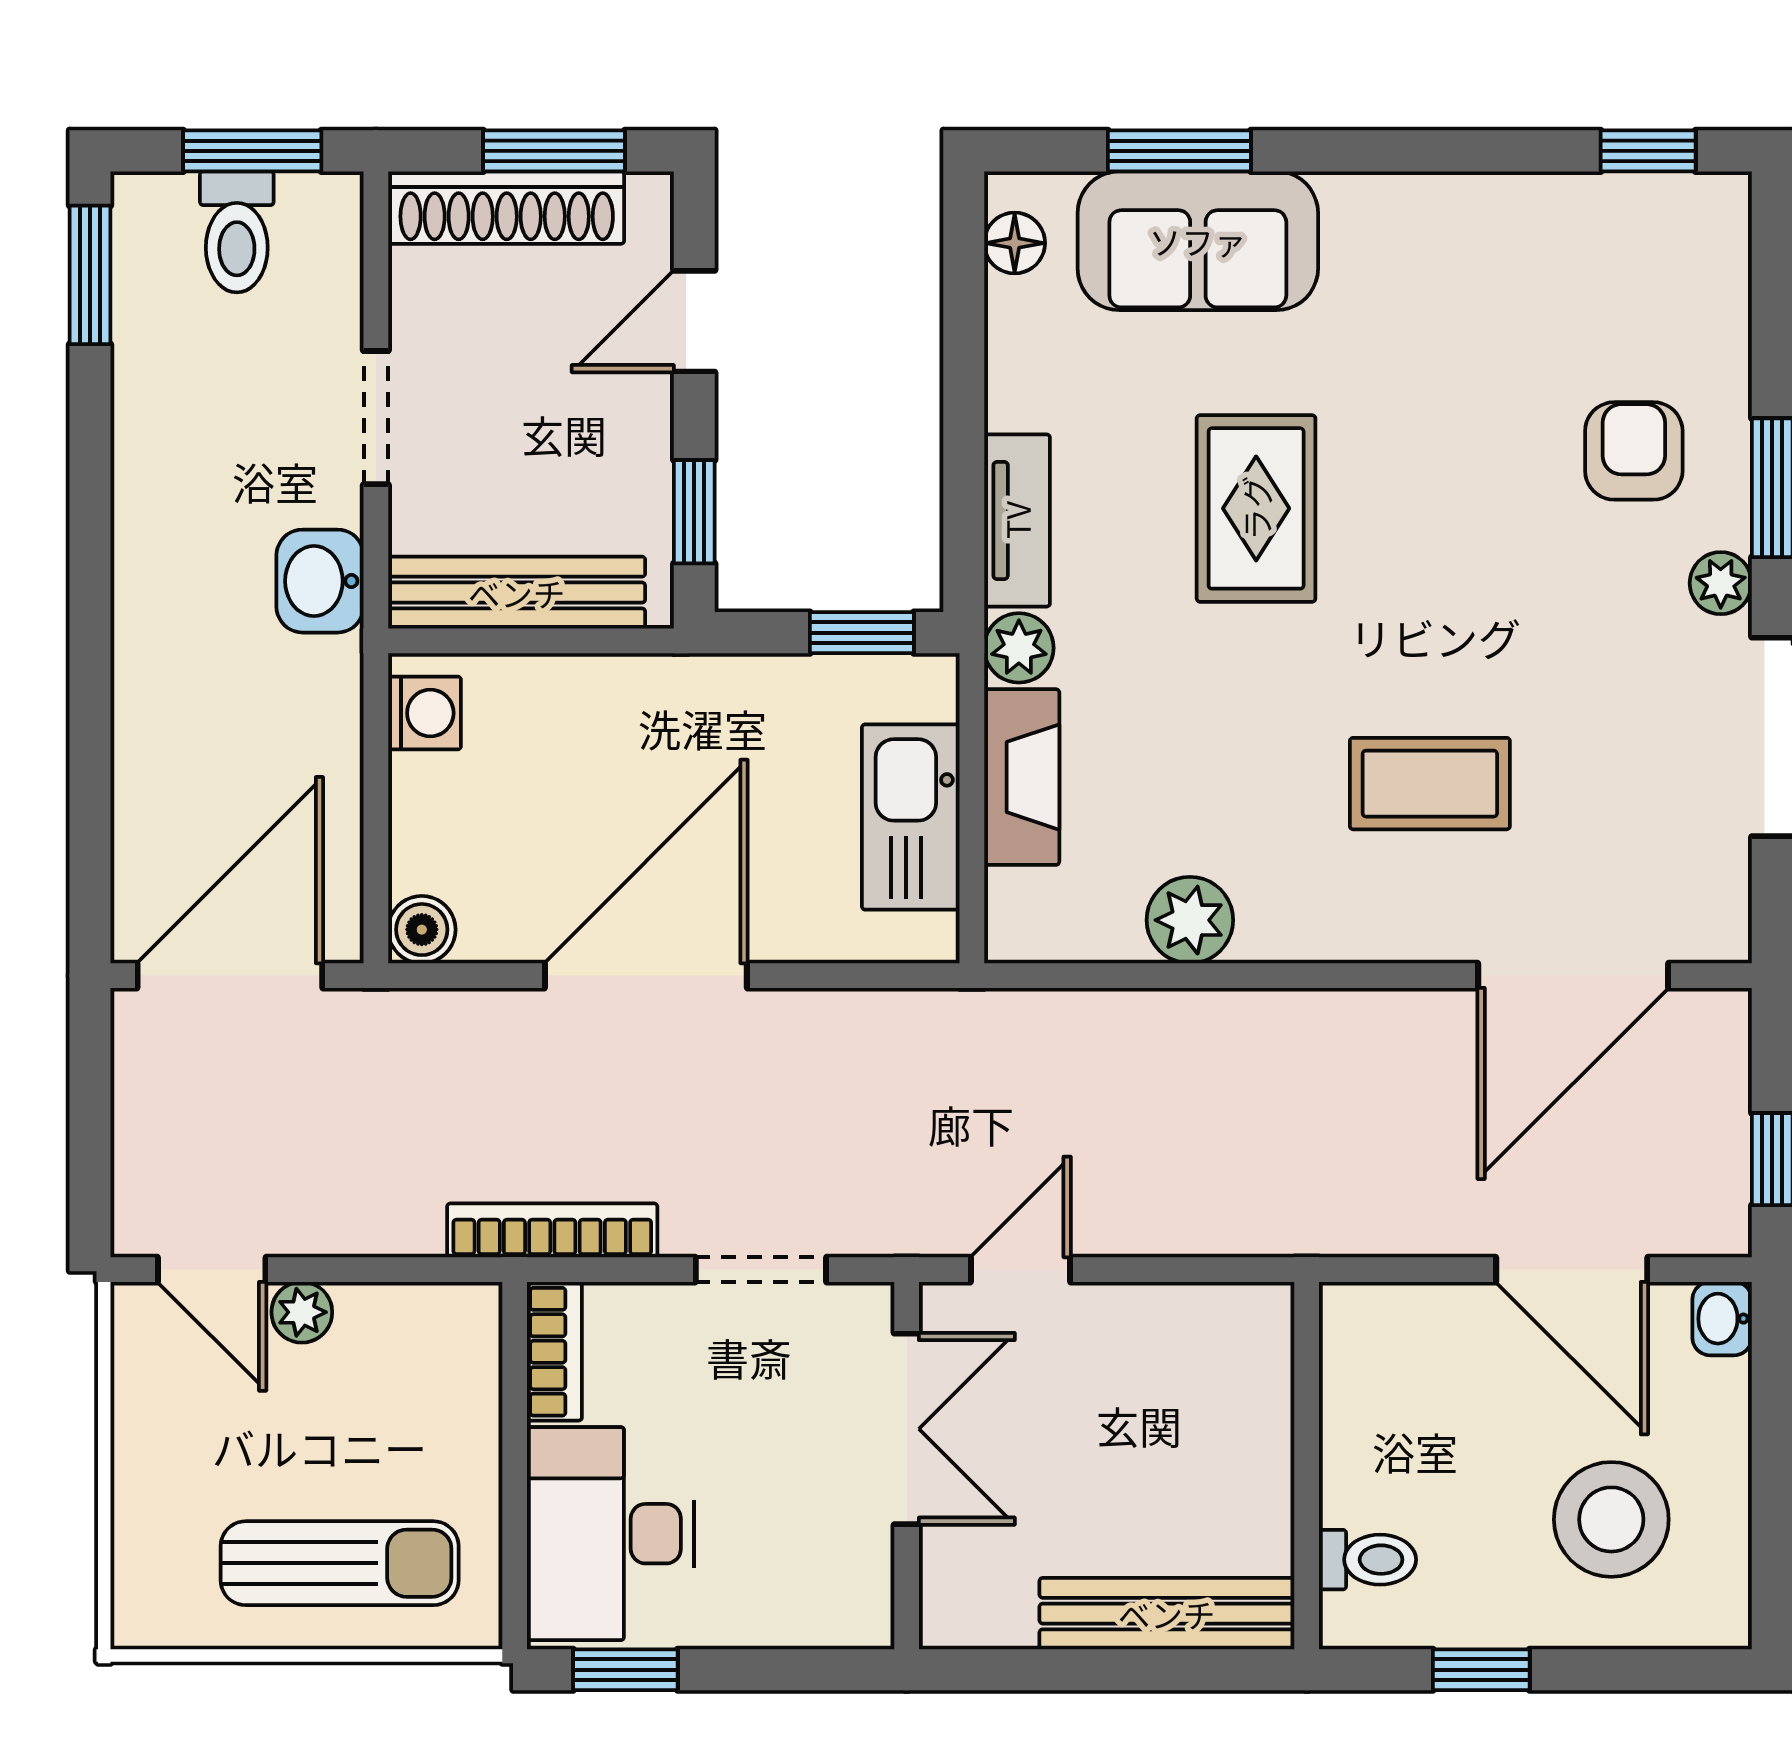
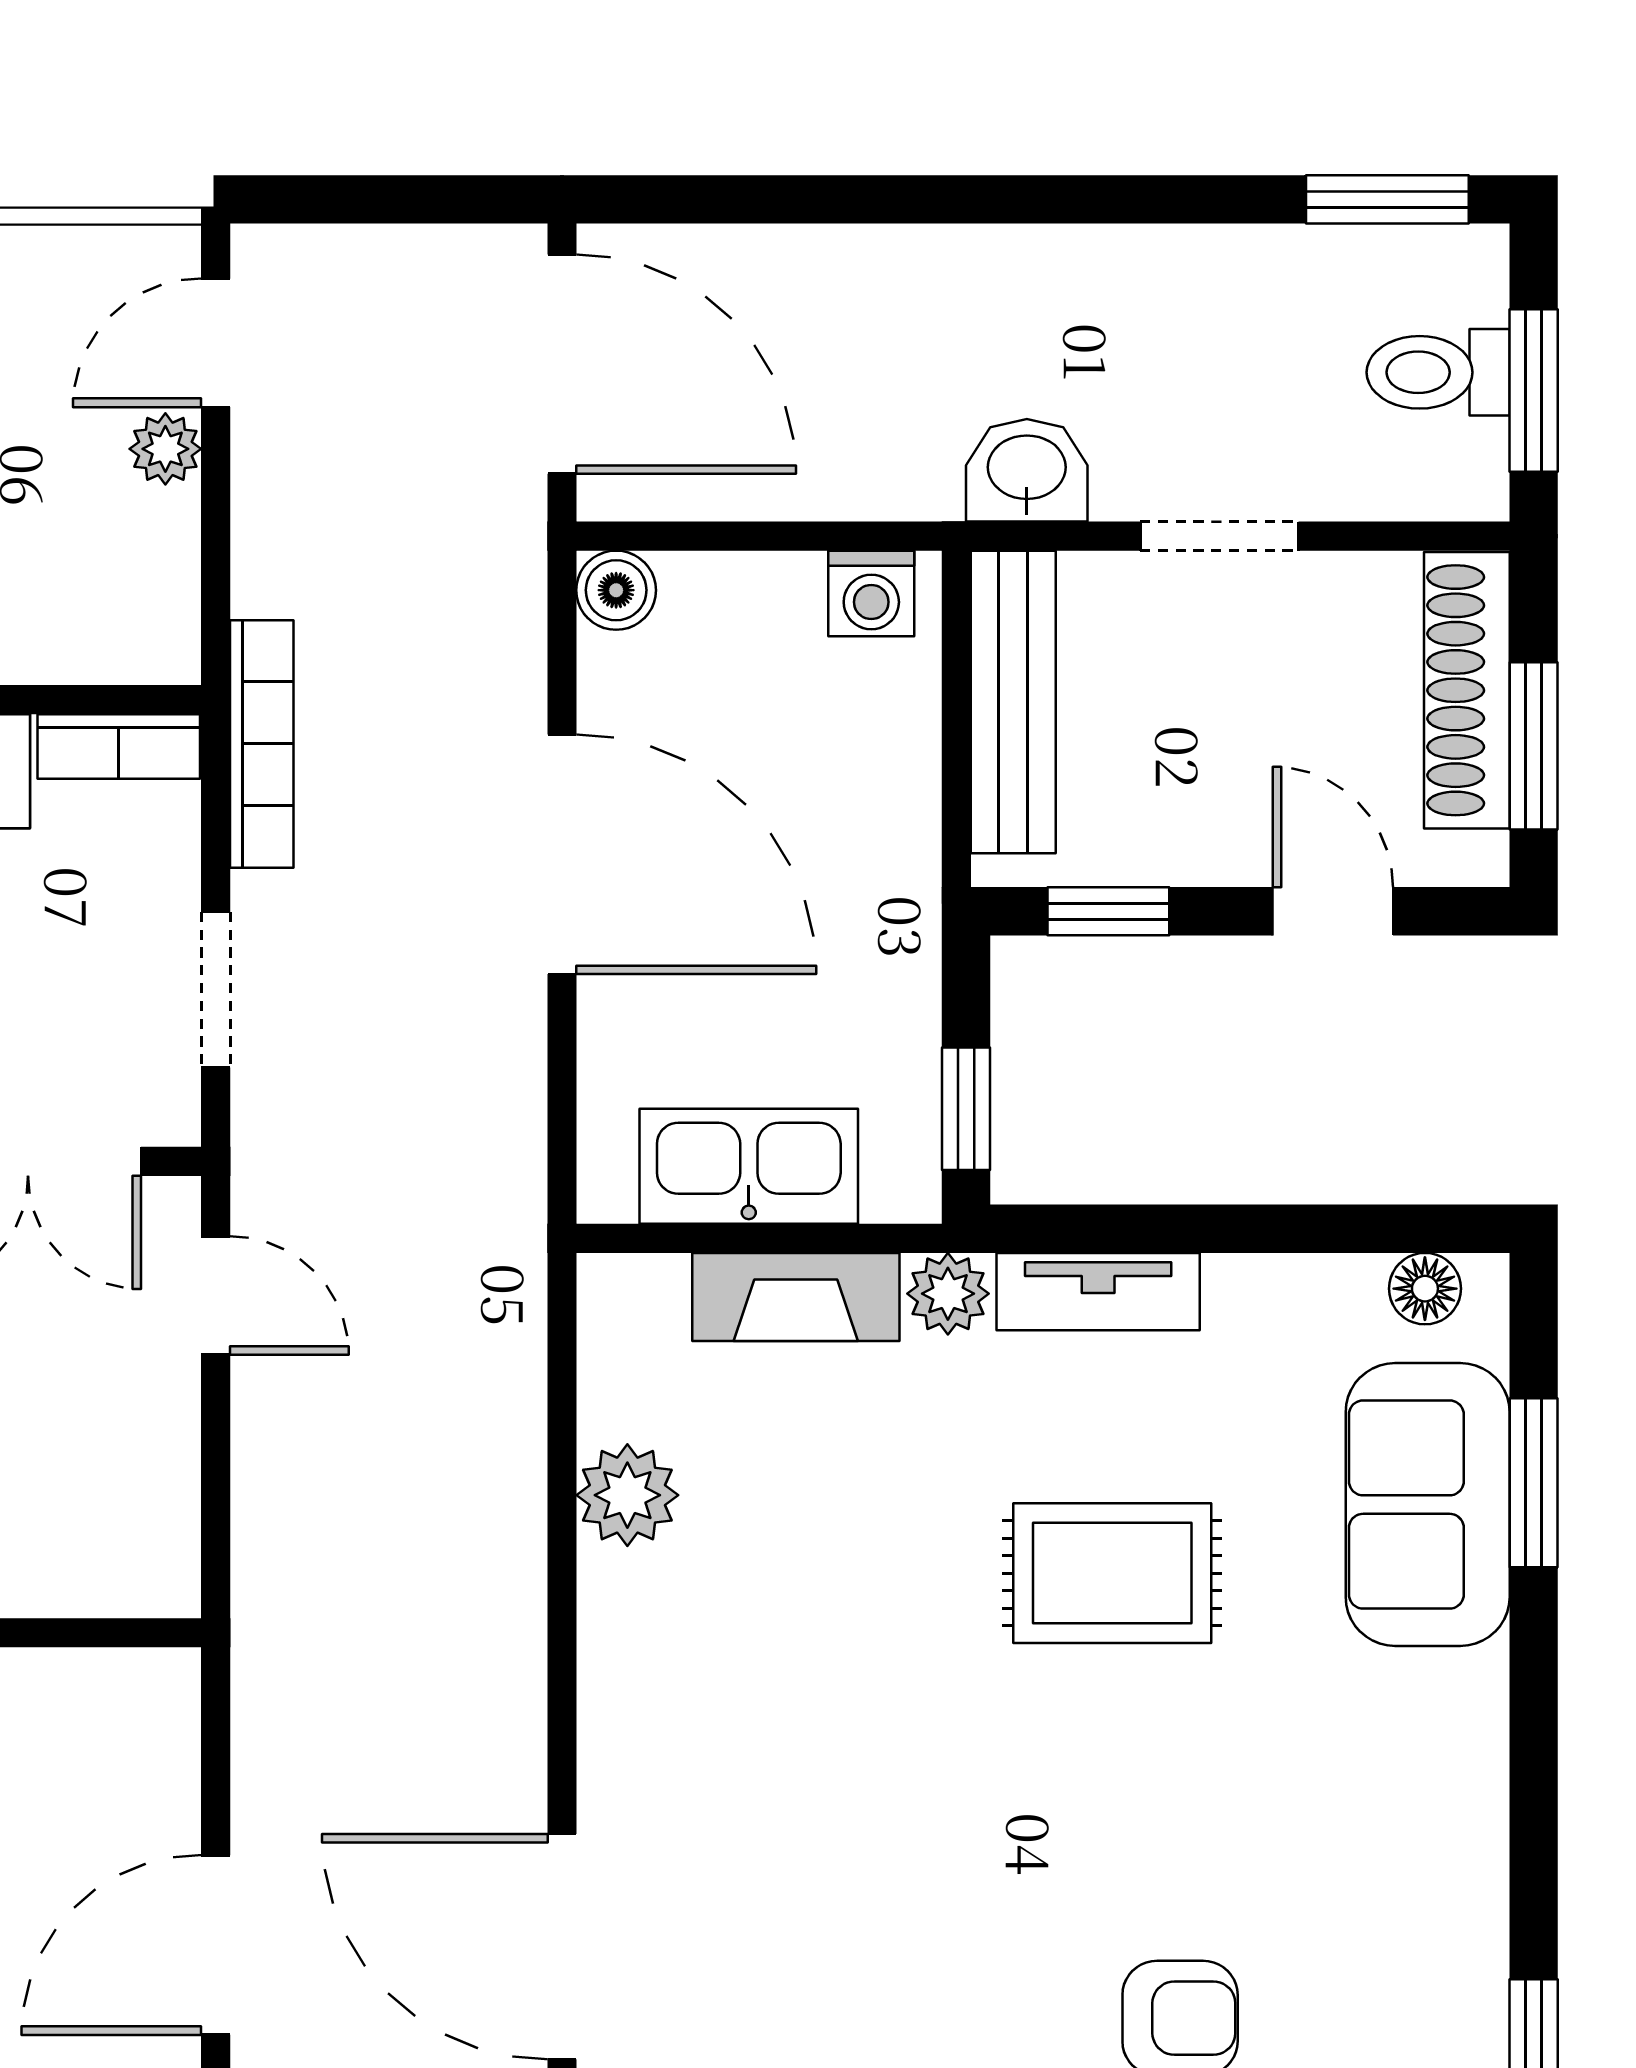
coffee table: (1430, 784) -> (788, 1778), removed

